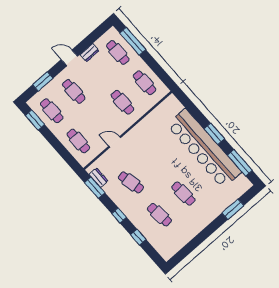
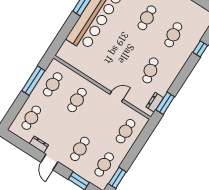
window: (133, 41) -> (33, 81), moved
door: (115, 142) -> (117, 97), swing flipped
window: (119, 215) -> (185, 73), removed

